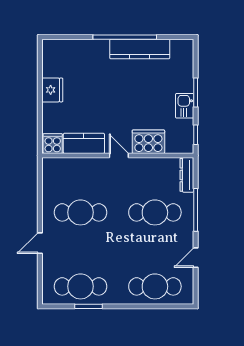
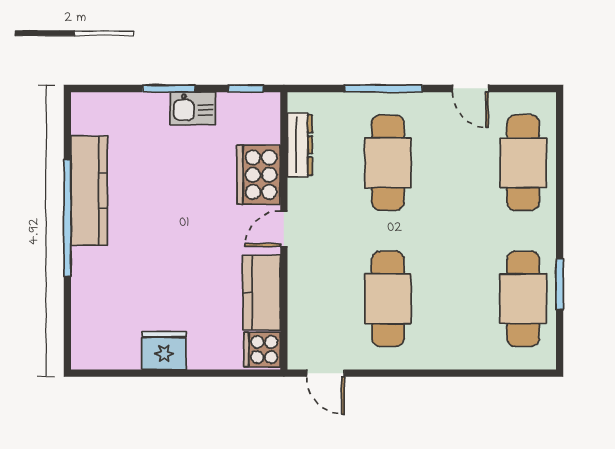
dresser: (187, 175) -> (300, 145), moved, turned -90
door: (40, 243) -> (325, 373), moved

